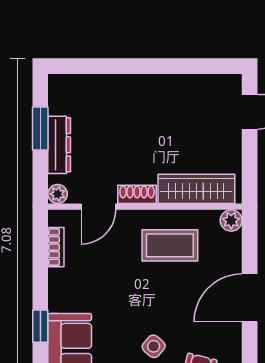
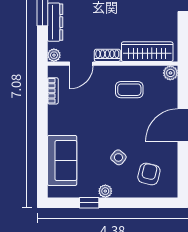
coffee table: (170, 245) -> (129, 90), width x0.73, depth x0.77
window: (40, 326) -> (42, 144), removed

